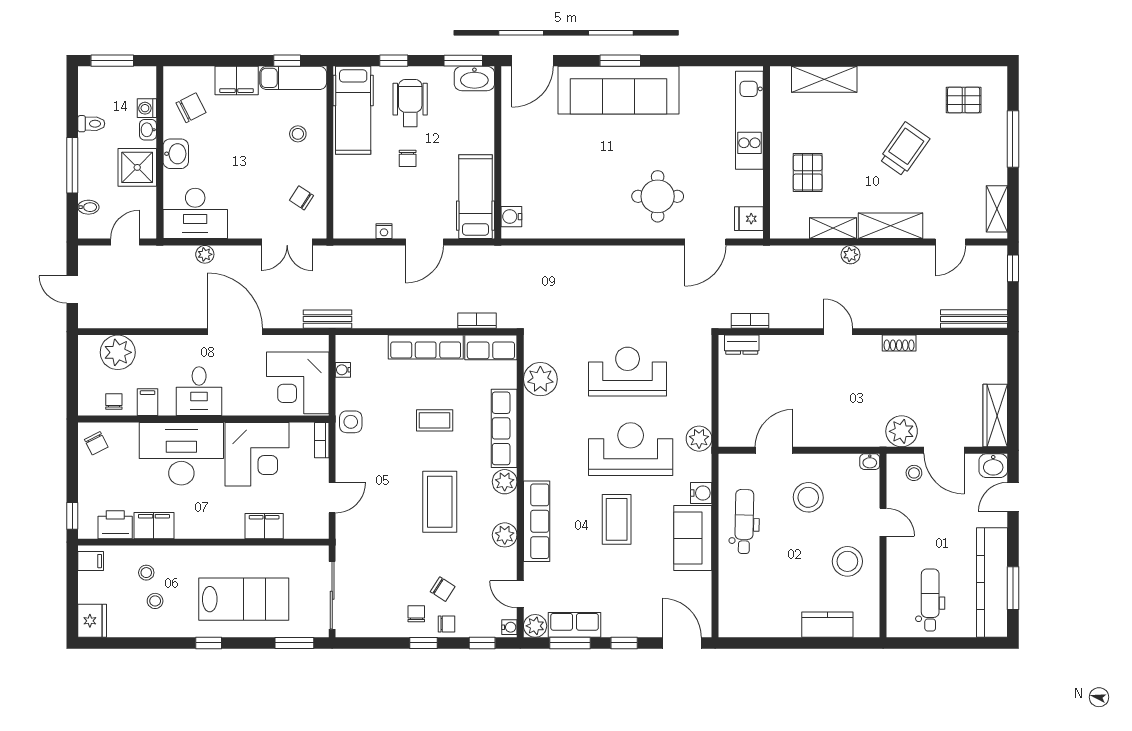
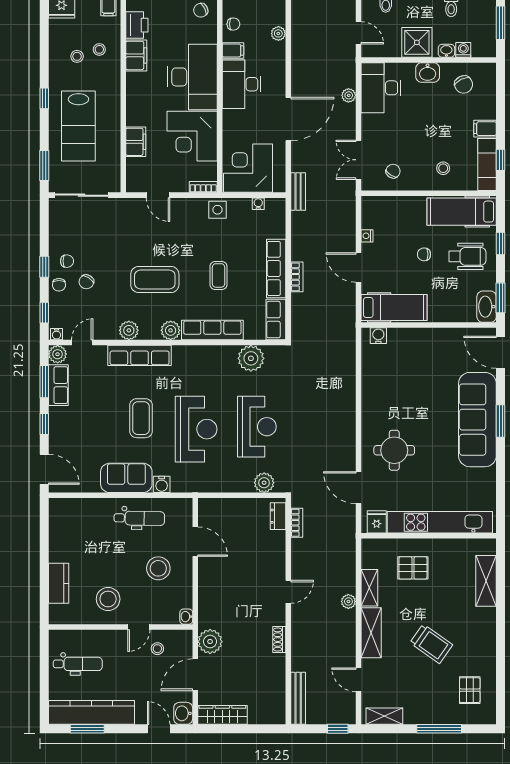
filing cabinet: (237, 81) -> (485, 129), width x0.50
kitchen unit: (749, 120) -> (440, 522), width x1.36
bookcase: (477, 321) -> (297, 277), moved
plant: (118, 352) -> (278, 33), width x0.53, depth x0.53
desk: (199, 391) -> (242, 84), width x1.37
plant: (699, 439) -> (264, 483), moved
stool: (914, 473) -> (157, 649), moved
coffee table: (617, 519) -> (141, 418), turned 90
door: (682, 643) -> (44, 469), hinge flipped

